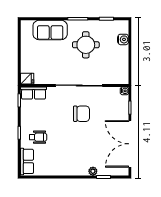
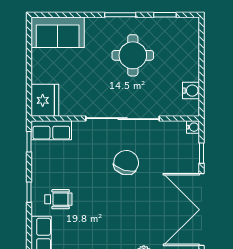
sofa: (50, 30) -> (58, 32), moved
water cooler: (123, 39) -> (191, 91), moved
fridge: (27, 79) -> (45, 100), width x1.88, depth x1.34
chair: (82, 114) -> (126, 163), turned -73

